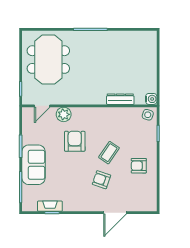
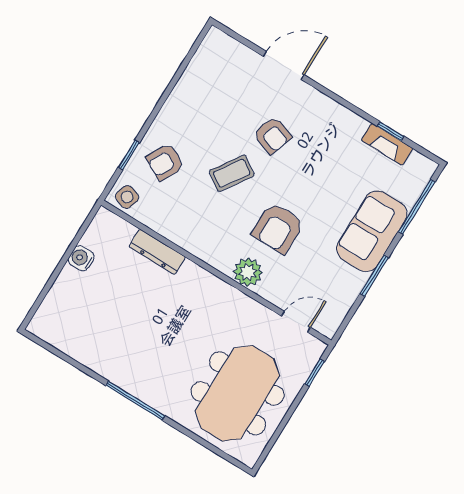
water cooler: (151, 99) -> (81, 258), moved
plant: (64, 114) -> (248, 272), moved
armchair: (139, 166) -> (165, 162), moved, turned 118

